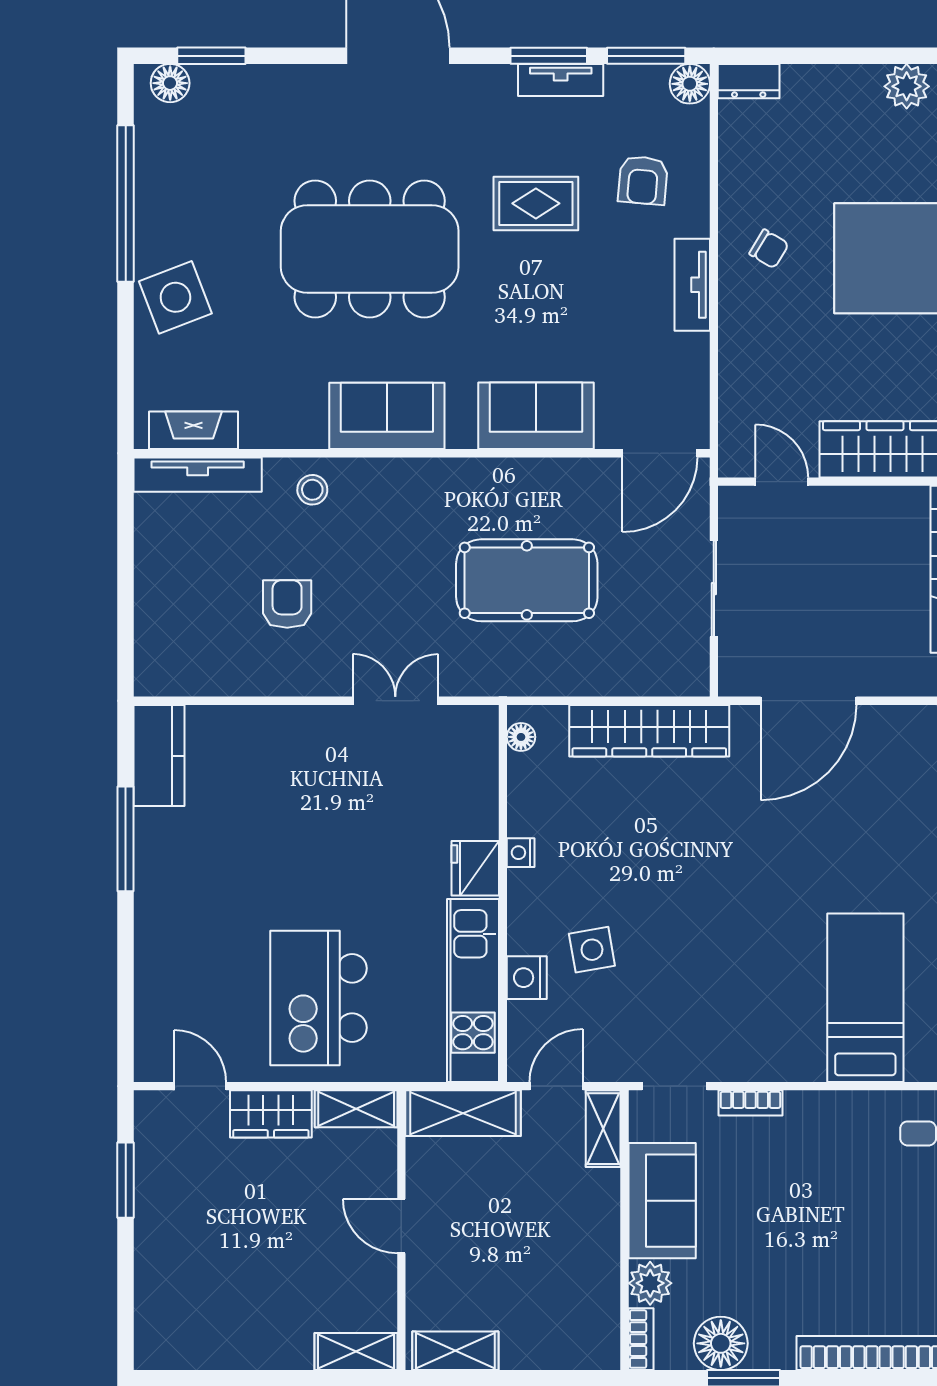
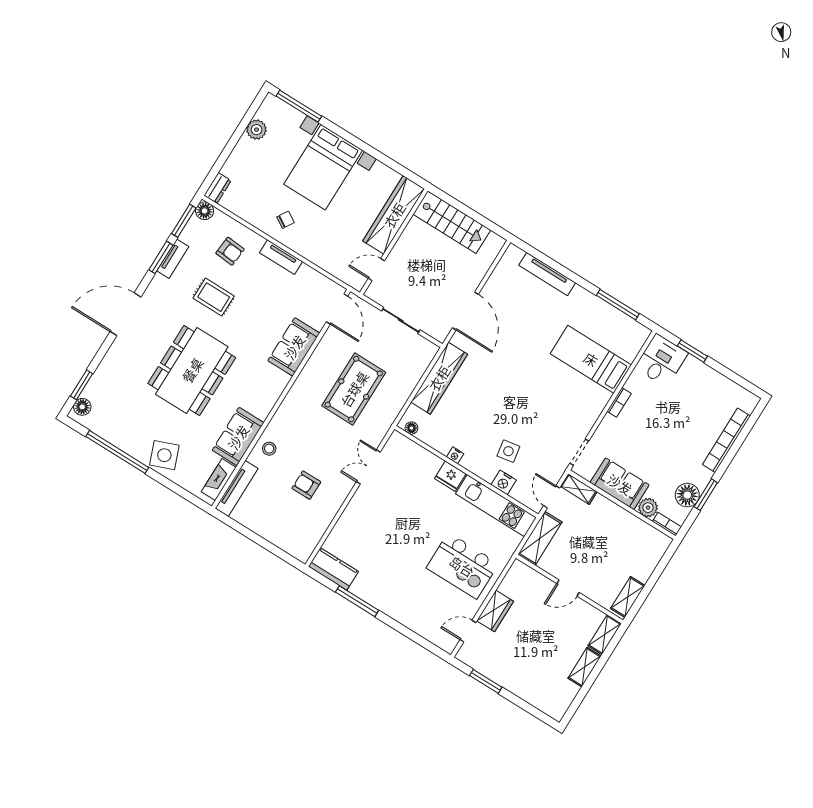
rug: (536, 203) -> (214, 297), turned 90
sofa: (387, 416) -> (238, 437), moved
bookcase: (750, 1103) -> (619, 402), moved
shelving: (356, 1109) -> (585, 667), moved

